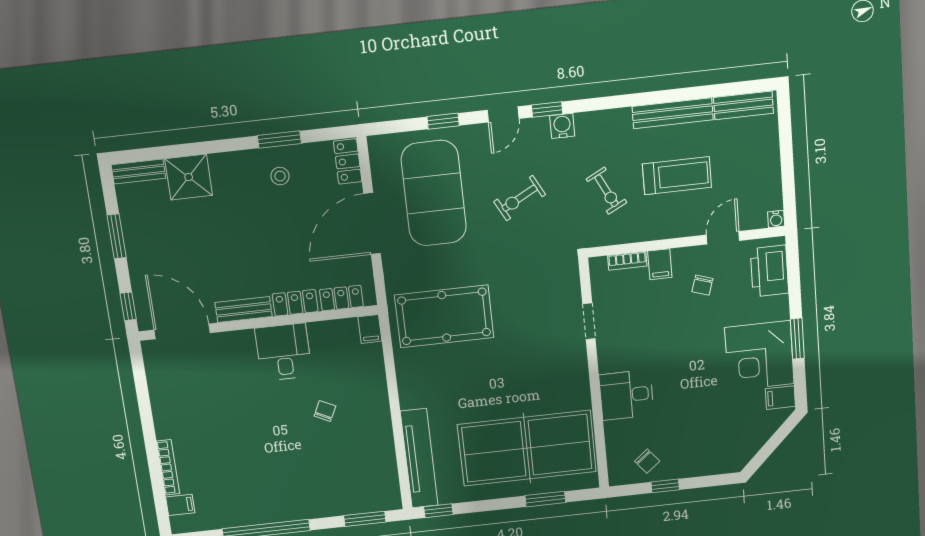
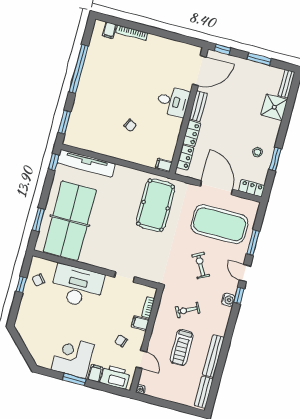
window: (443, 121) -> (253, 243), width x1.50
desk: (284, 352) -> (173, 102), moved
desk: (626, 395) -> (77, 286), width x1.87, depth x1.30
filing cabinet: (780, 398) -> (95, 373), moved

